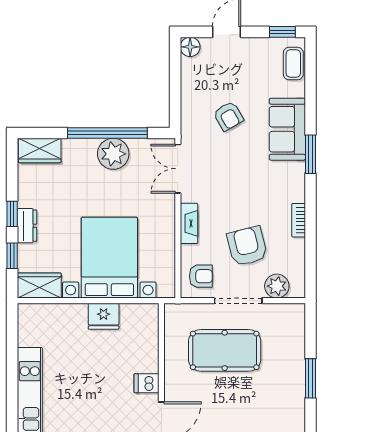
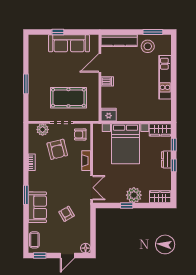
window: (107, 133) -> (127, 205), width x0.32
plant: (113, 154) -> (134, 195), moved
fridge: (104, 316) -> (109, 115), moved

